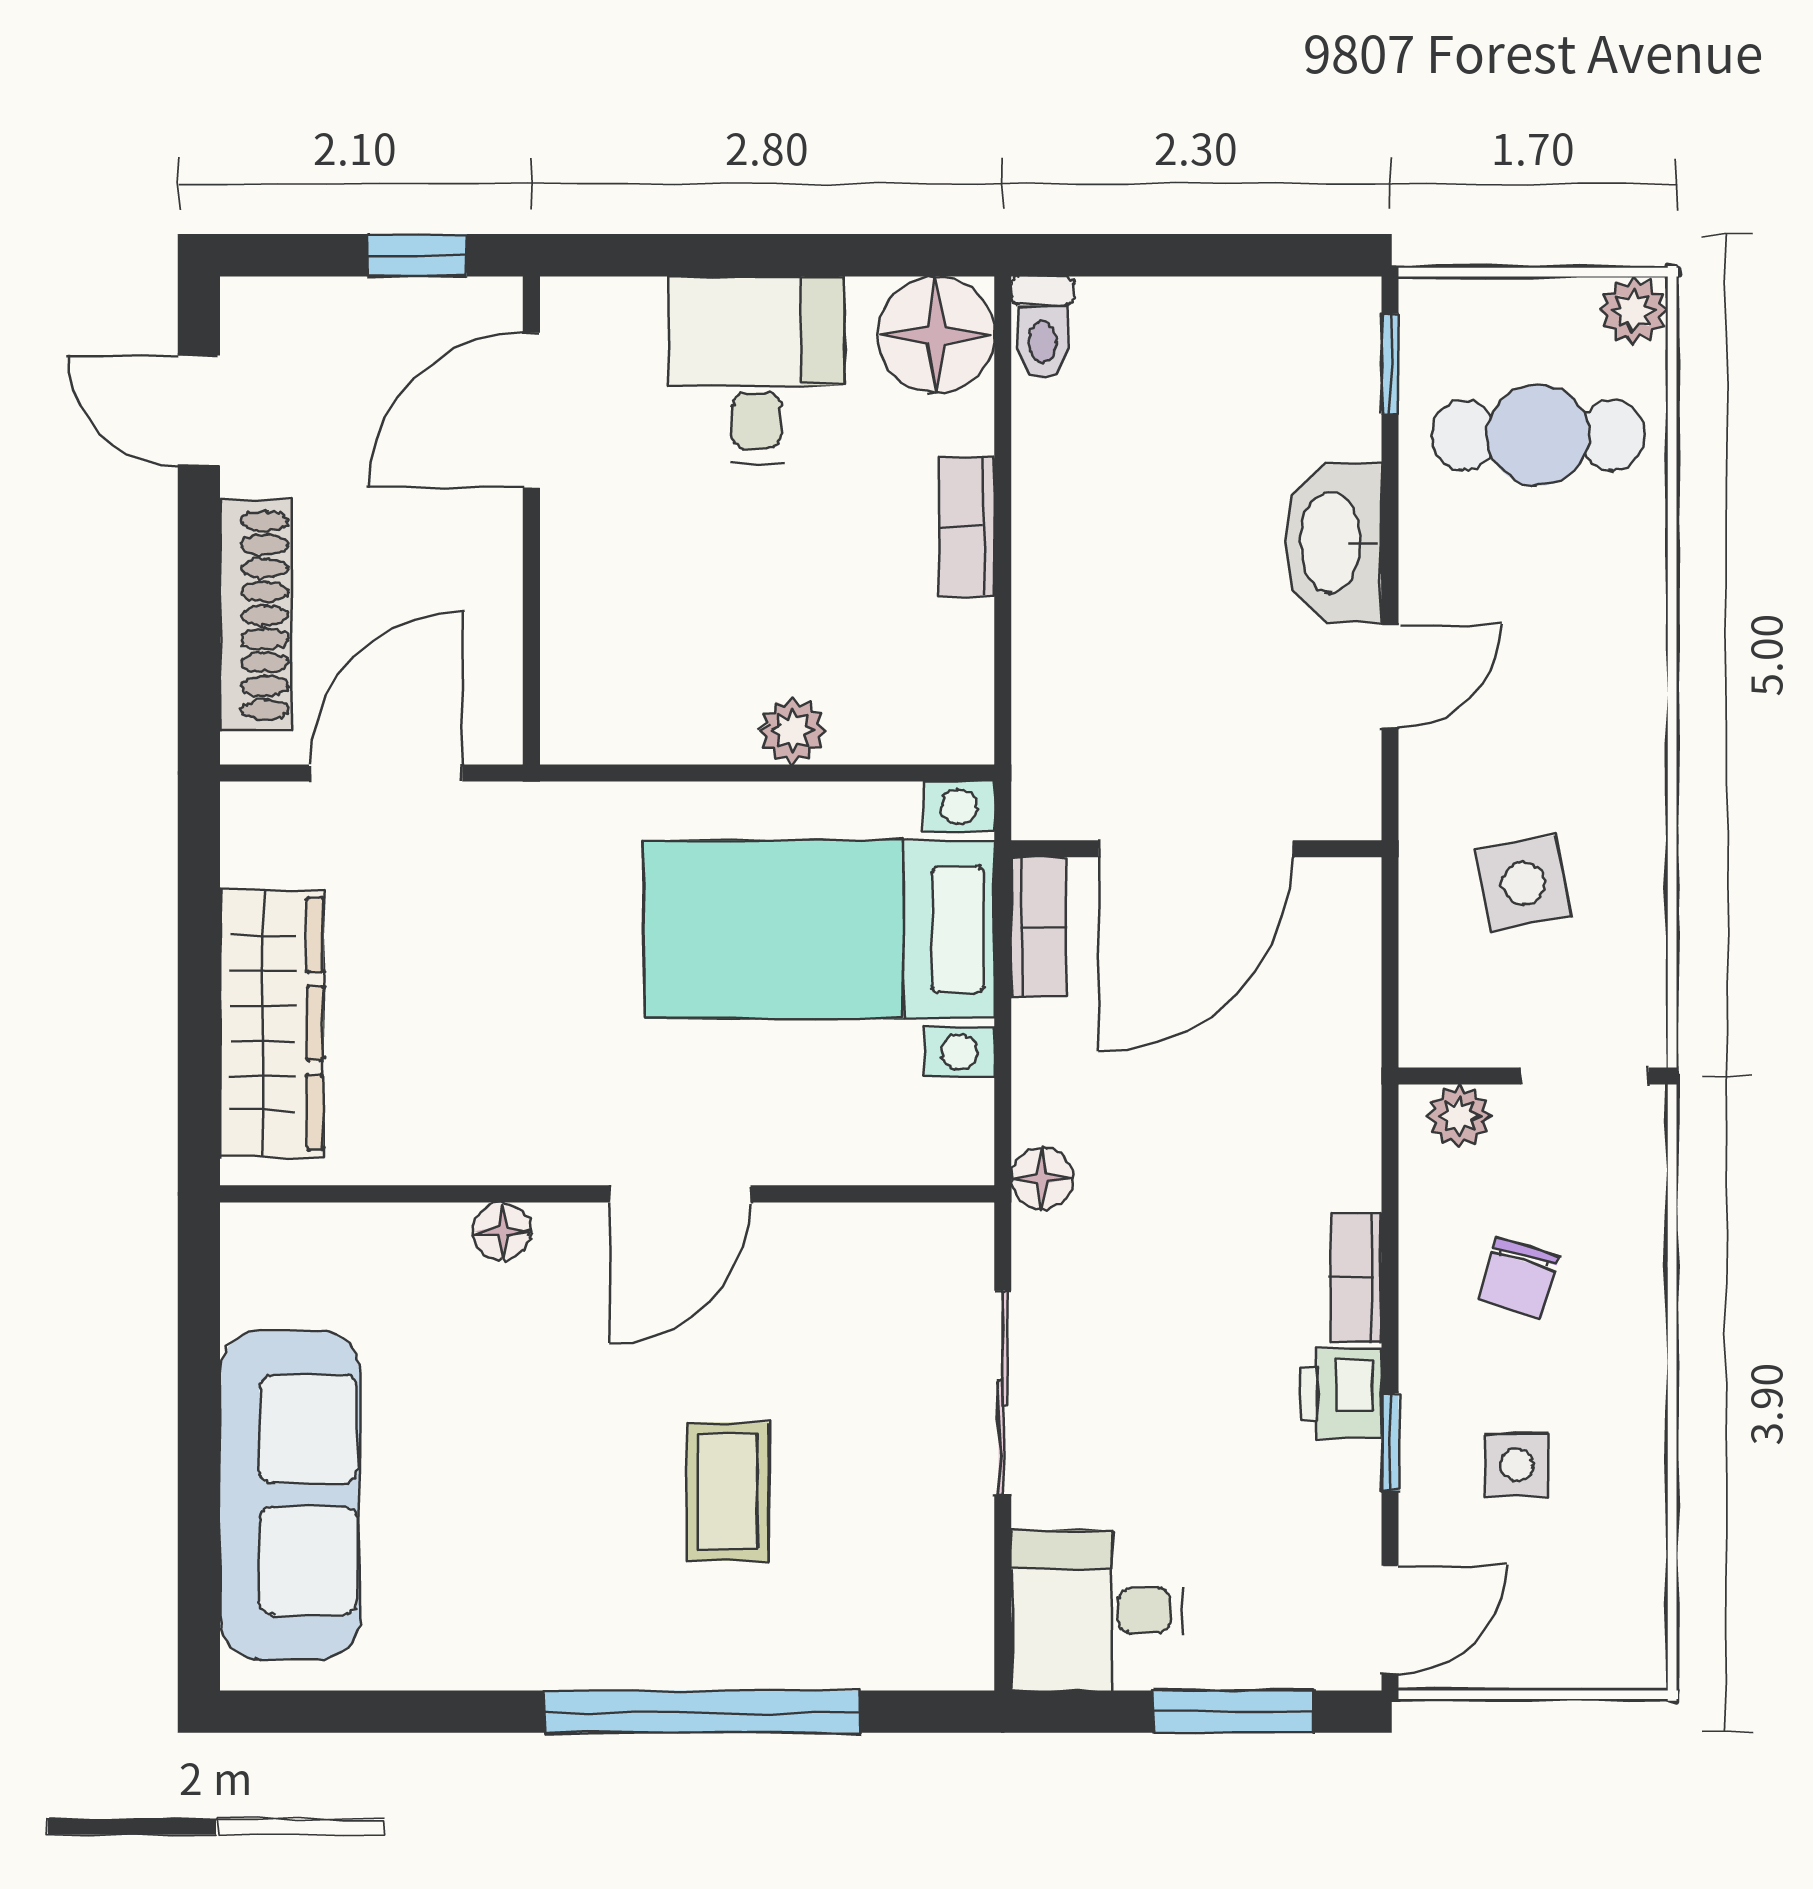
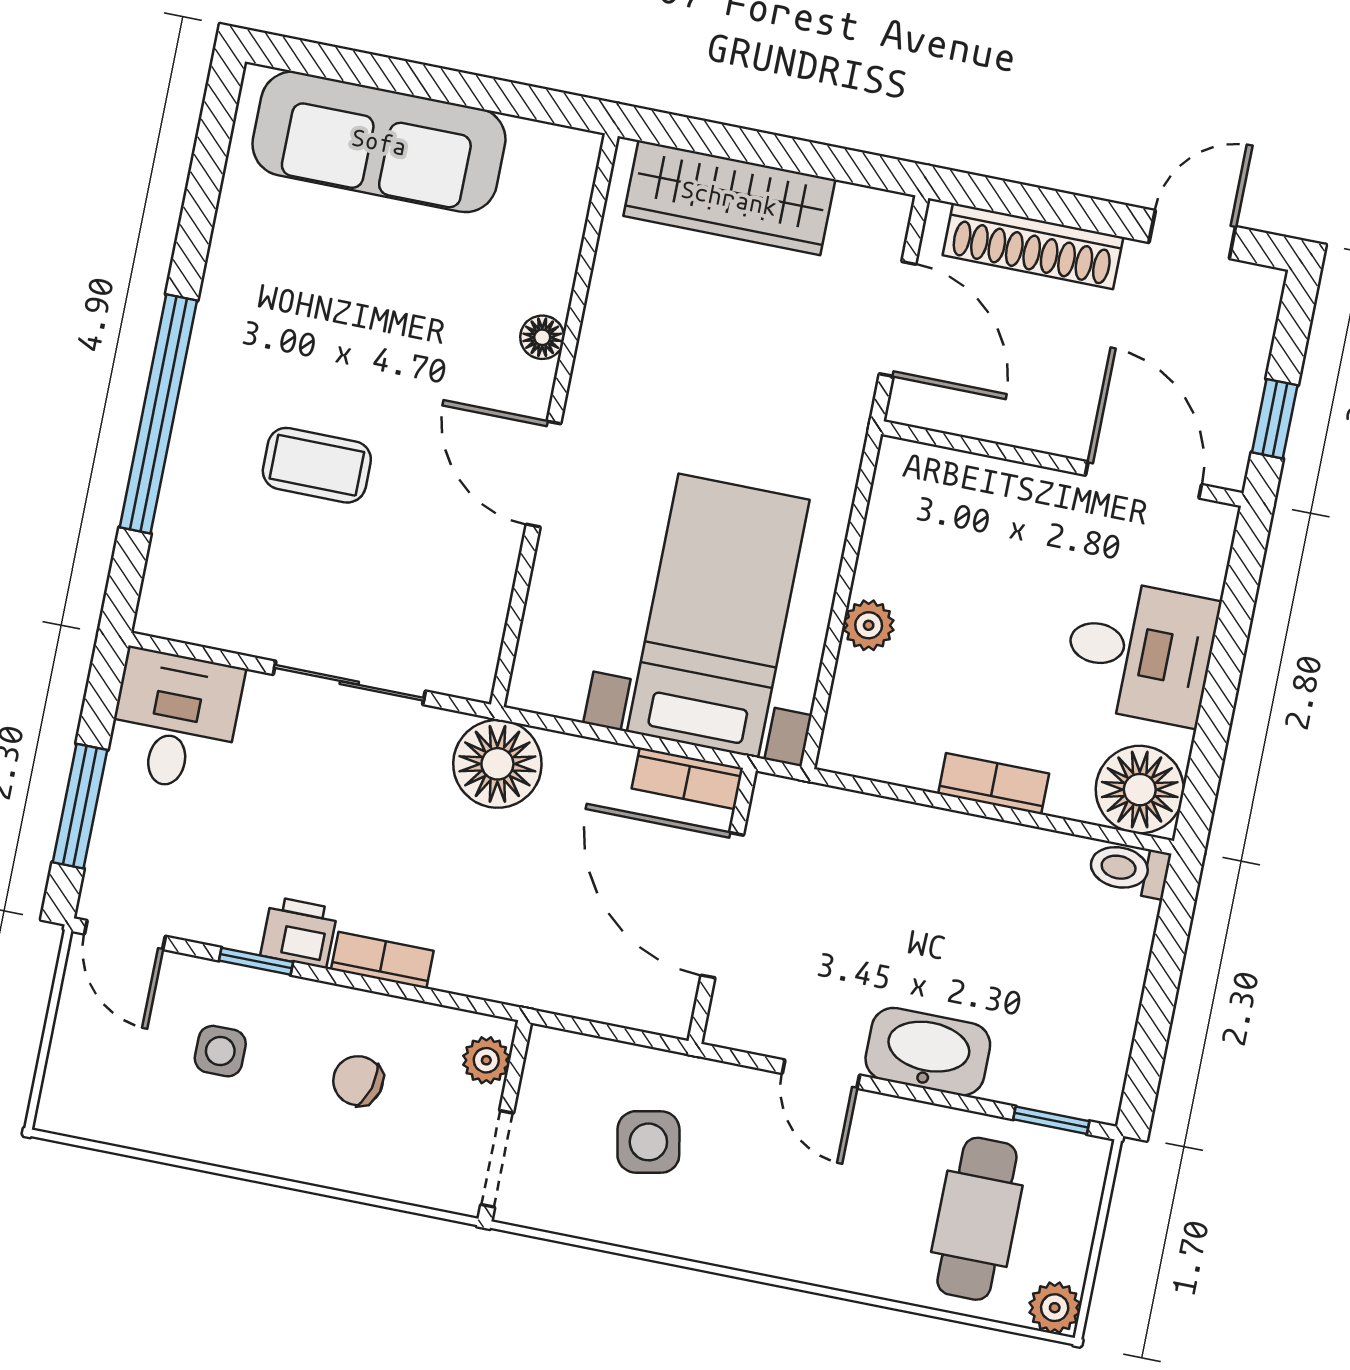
floor lamp: (1042, 1179) -> (497, 764), width x1.89, depth x1.89

